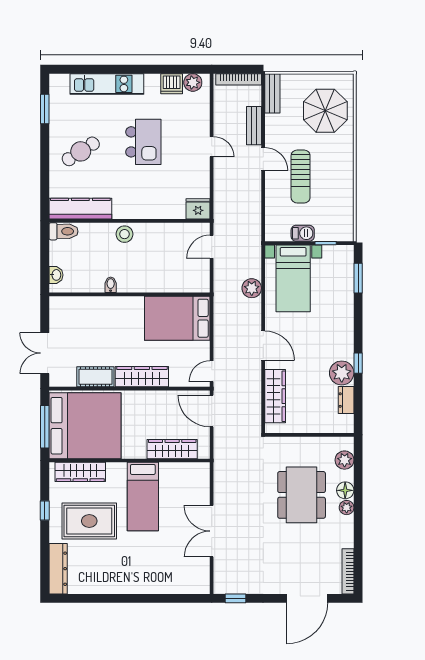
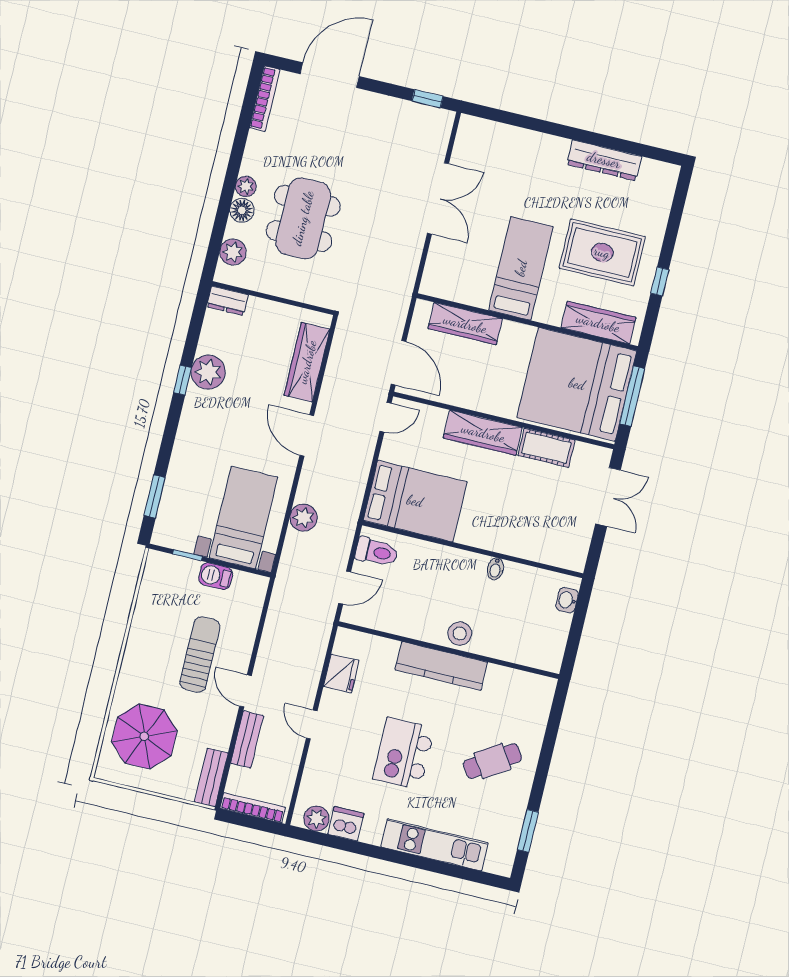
kitchen counter: (80, 209) -> (441, 666), moved
fridge: (198, 209) -> (341, 673), moved, turned -90
toilet: (63, 231) -> (377, 552), moved, turned 180
dresser: (346, 400) -> (227, 301), moved, turned 90
dresser: (58, 569) -> (604, 160), moved, turned -90

